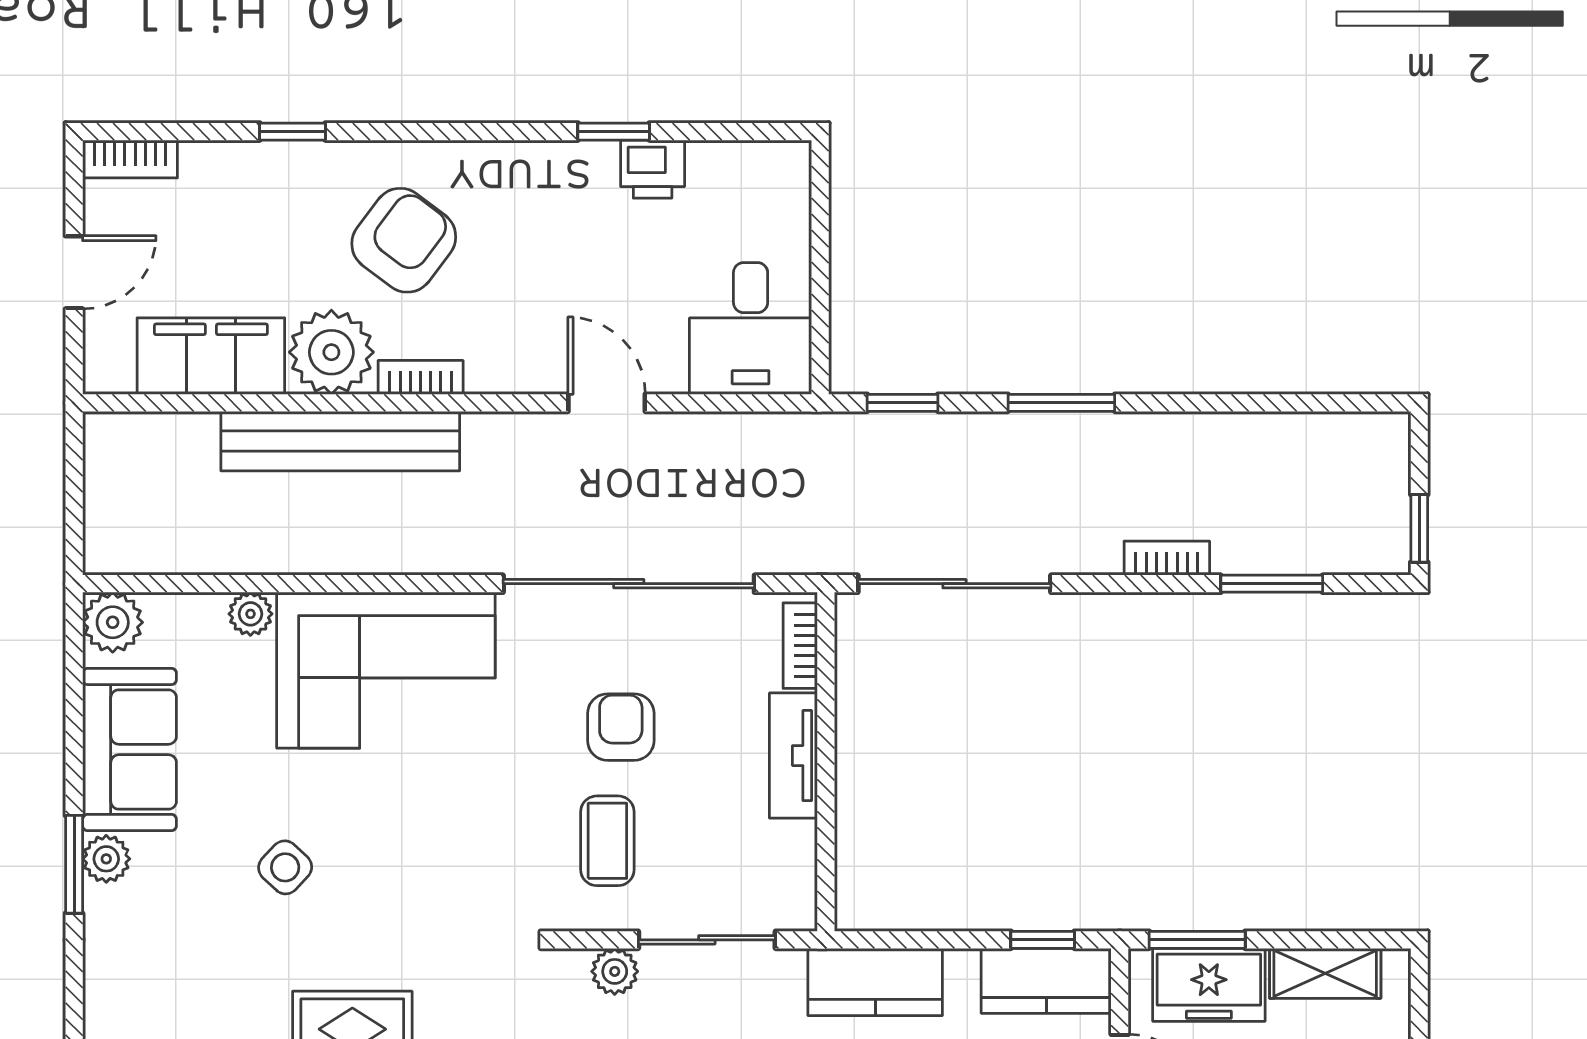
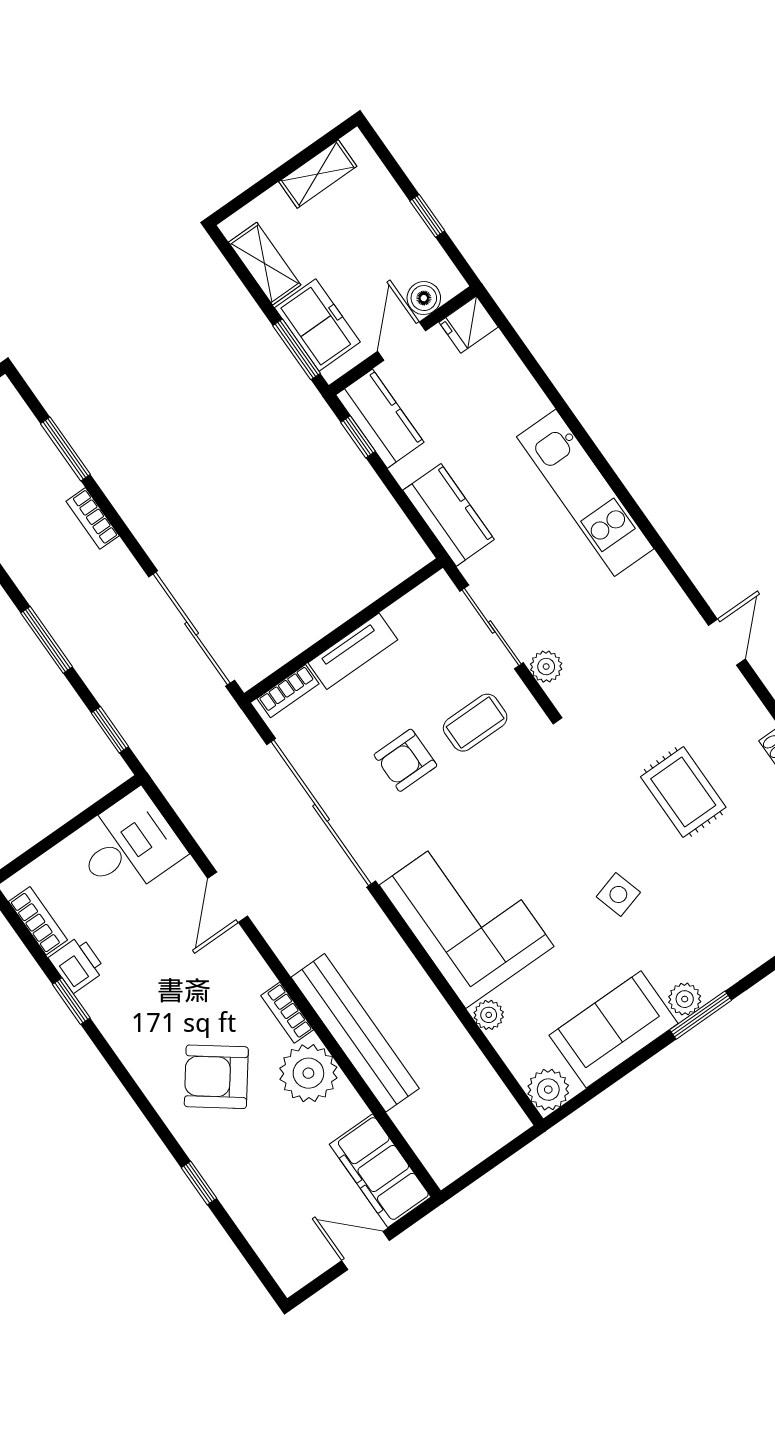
bookcase: (130, 159) -> (38, 921), moved
filing cabinet: (211, 356) -> (380, 1171), moved
side table: (285, 867) -> (618, 894), turned 31

